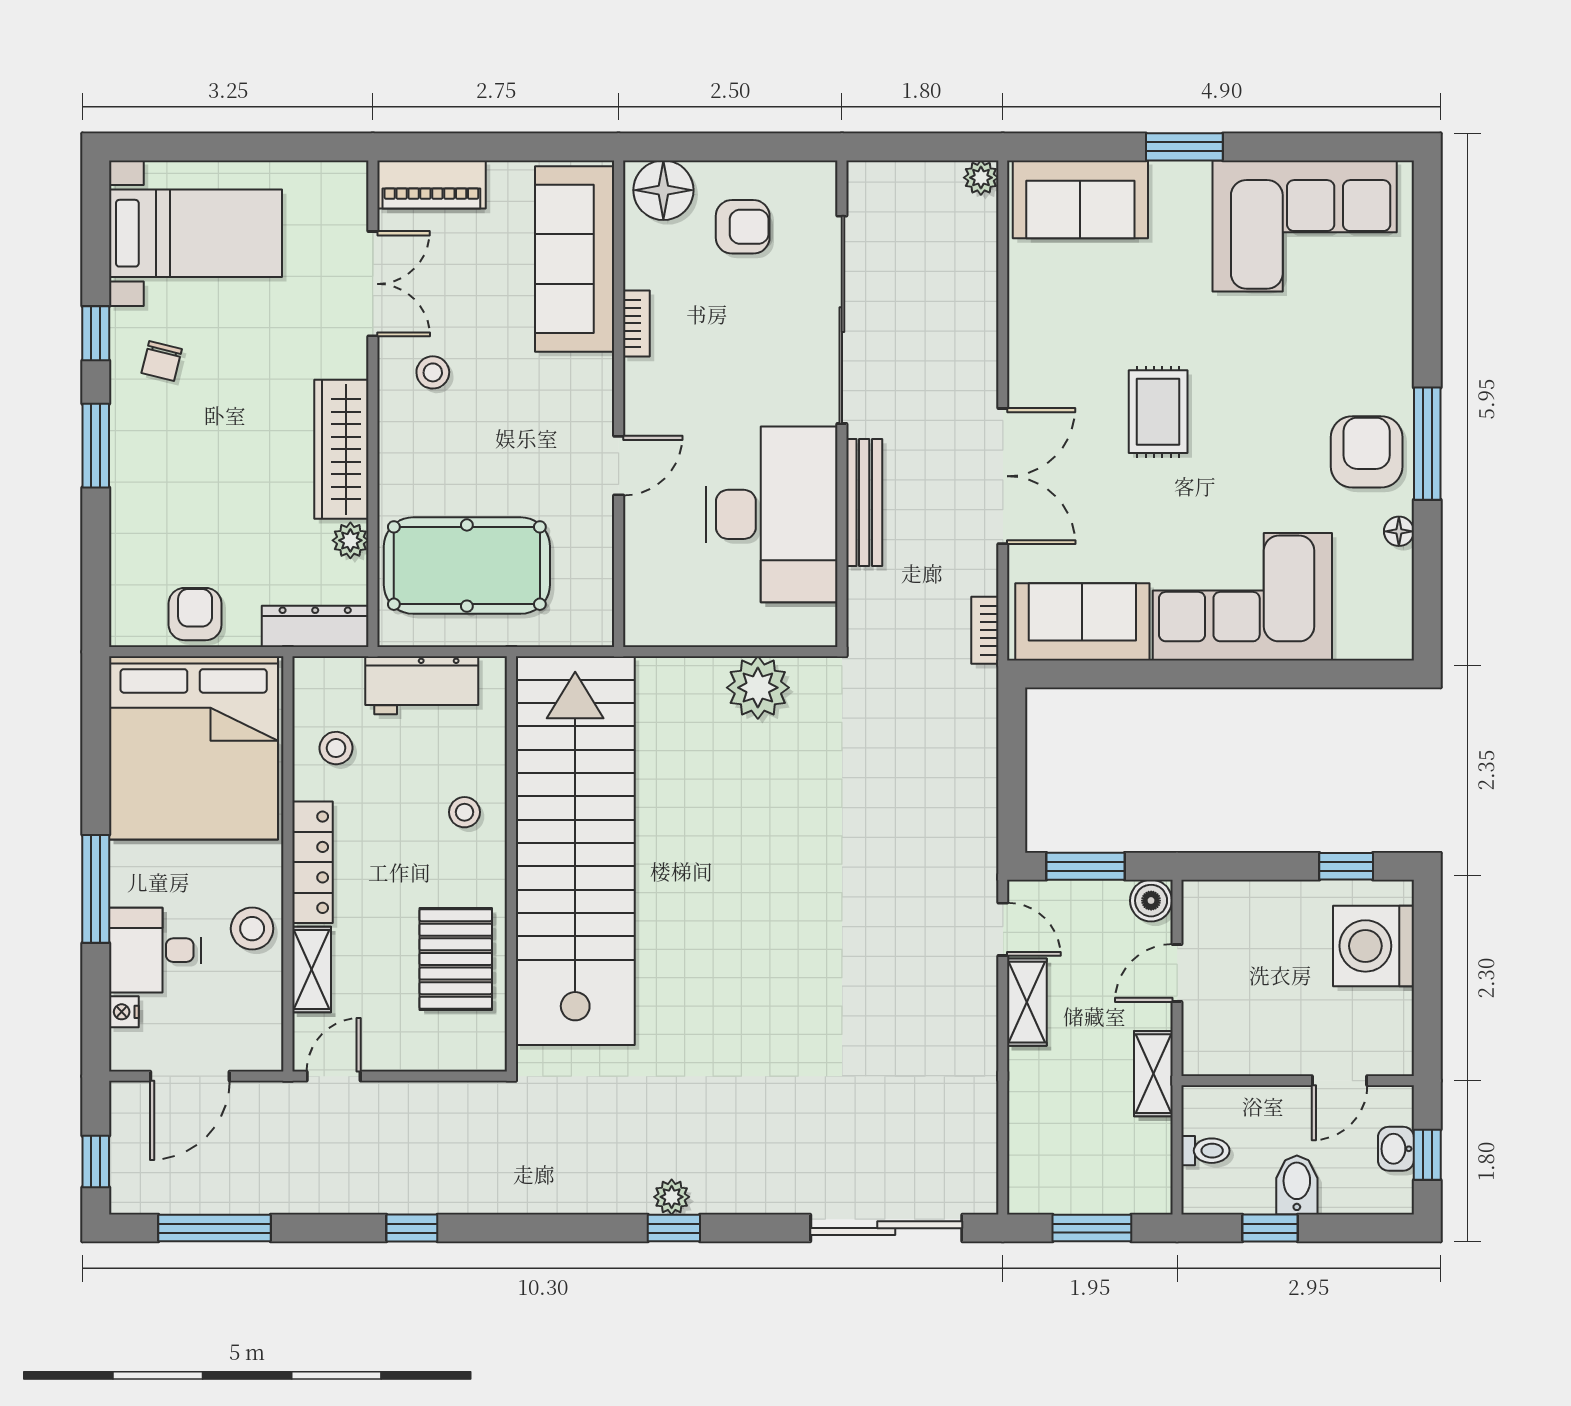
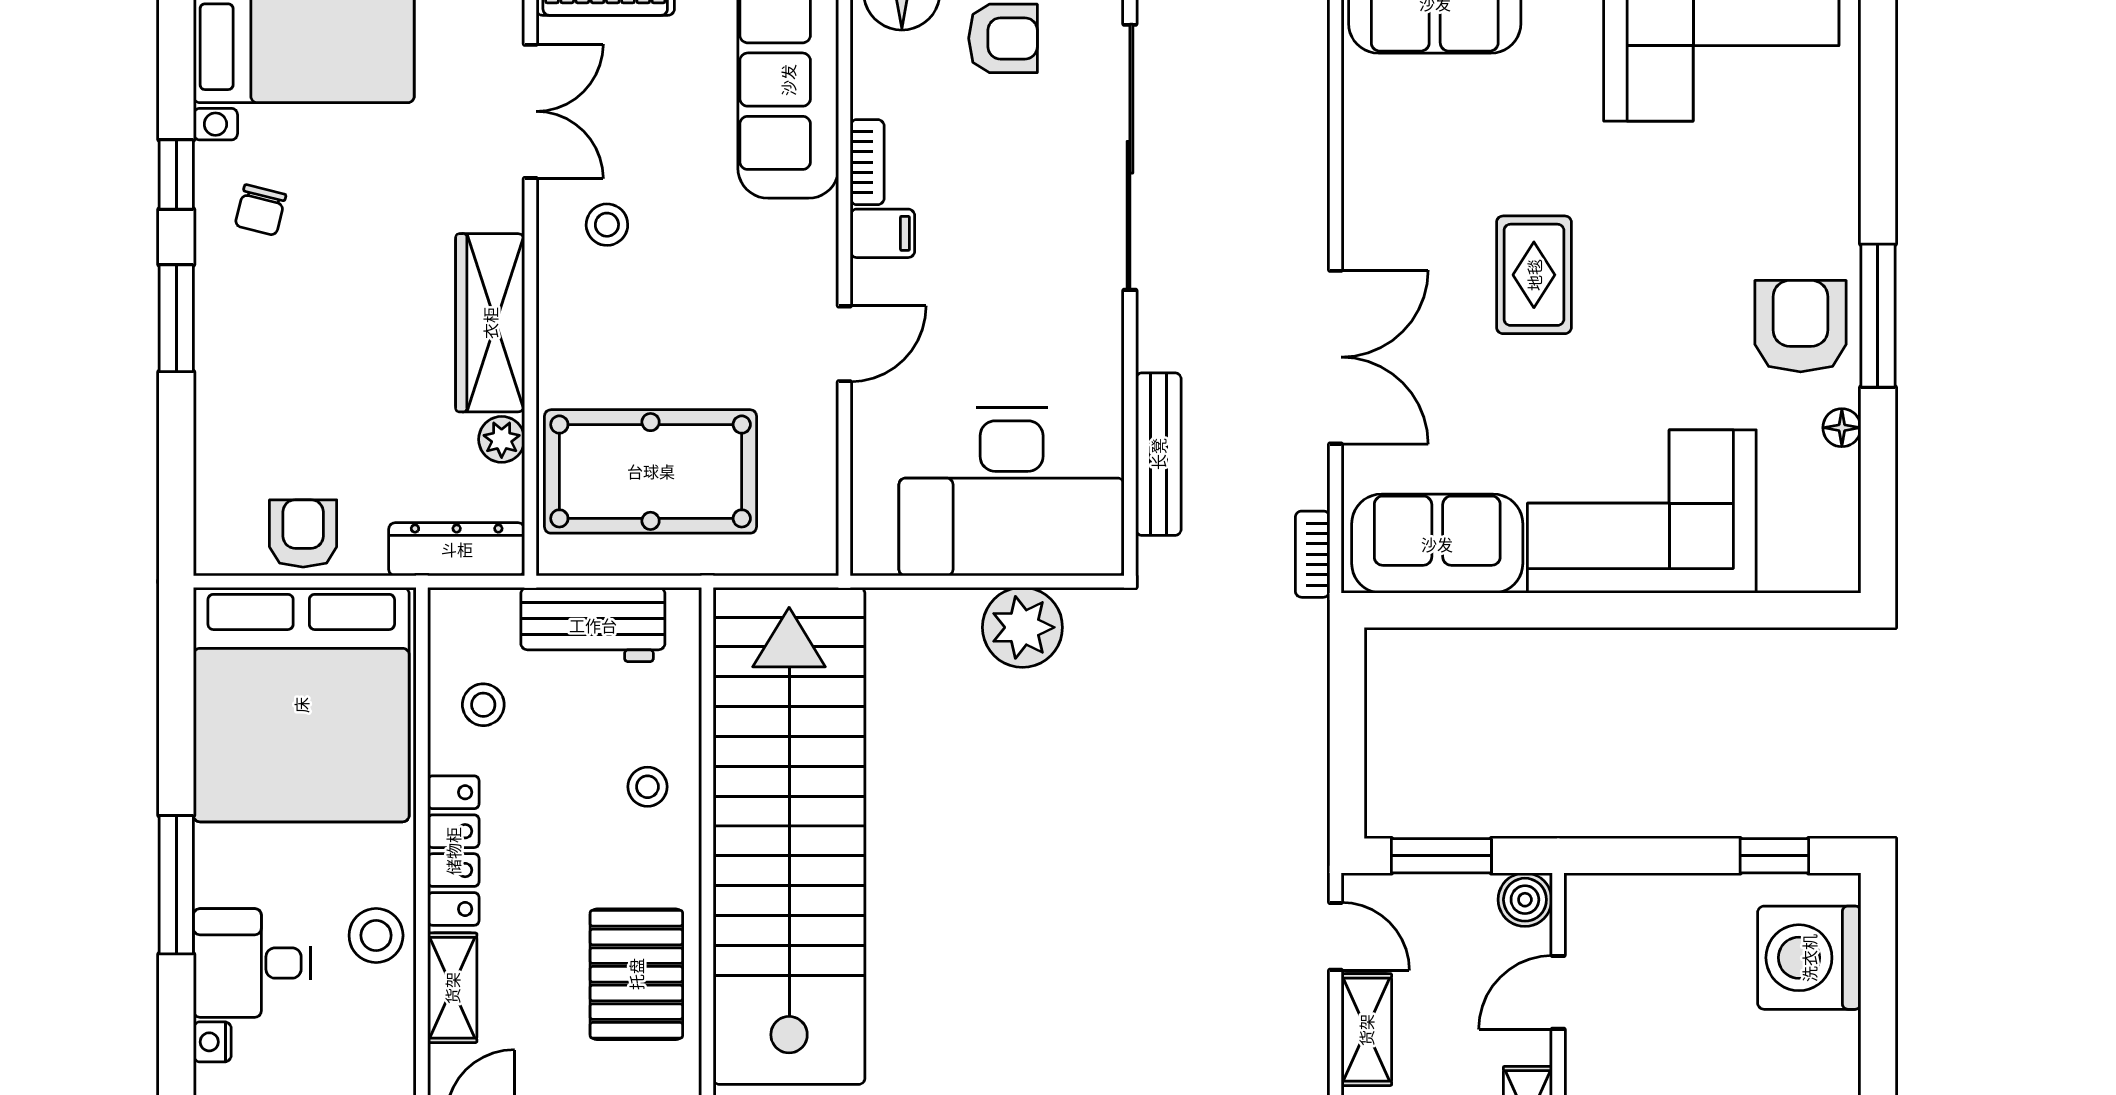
filing cabinet: (648, 379) -> (882, 233), added
bench: (864, 502) -> (1158, 454), moved
desk: (772, 514) -> (1012, 492), moved, turned 90

